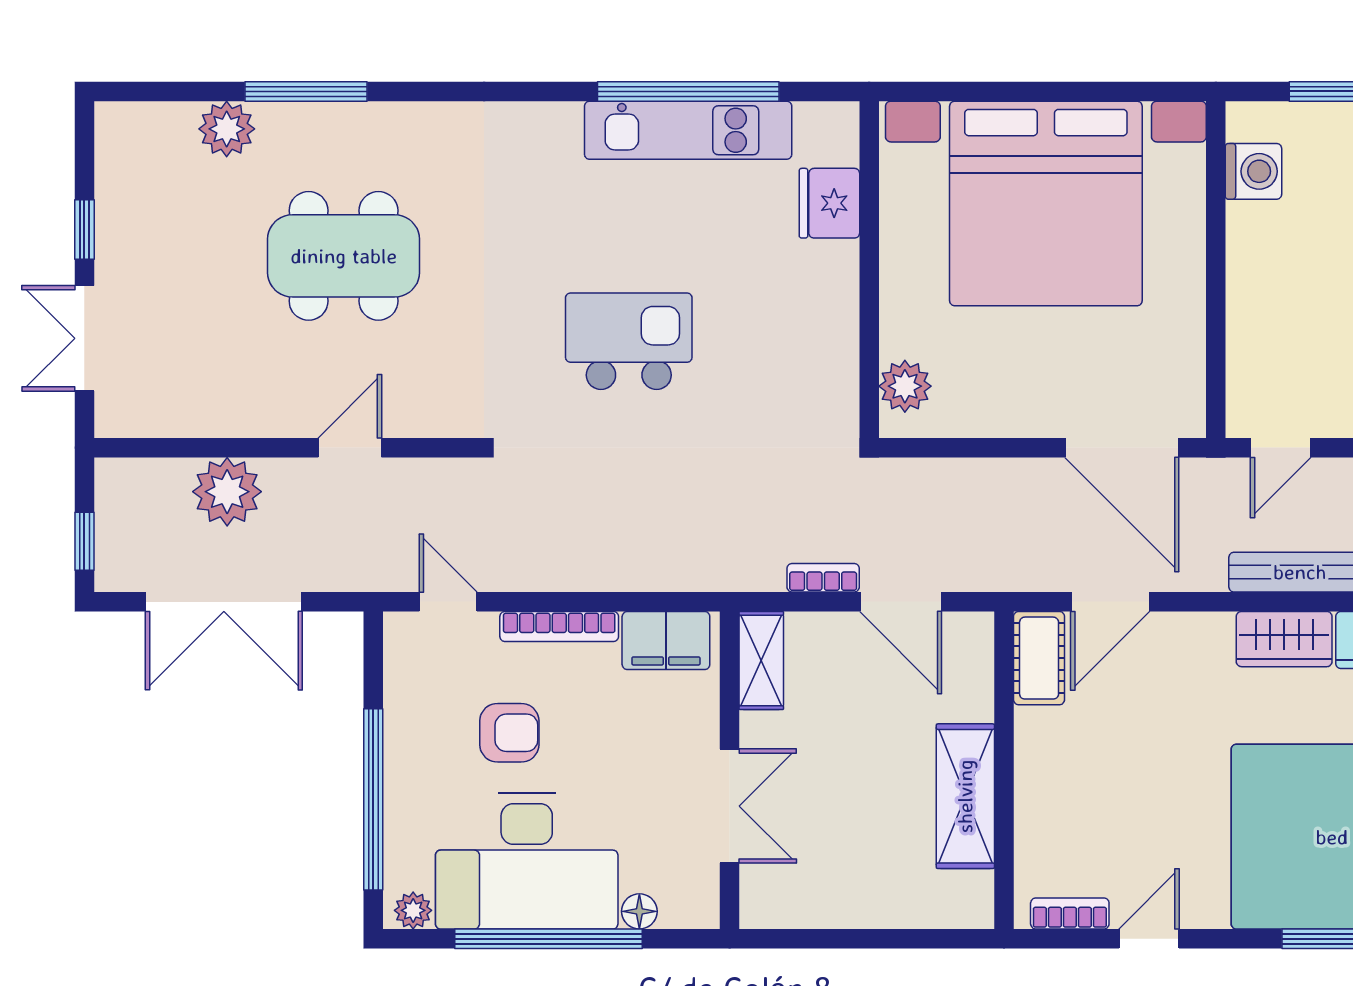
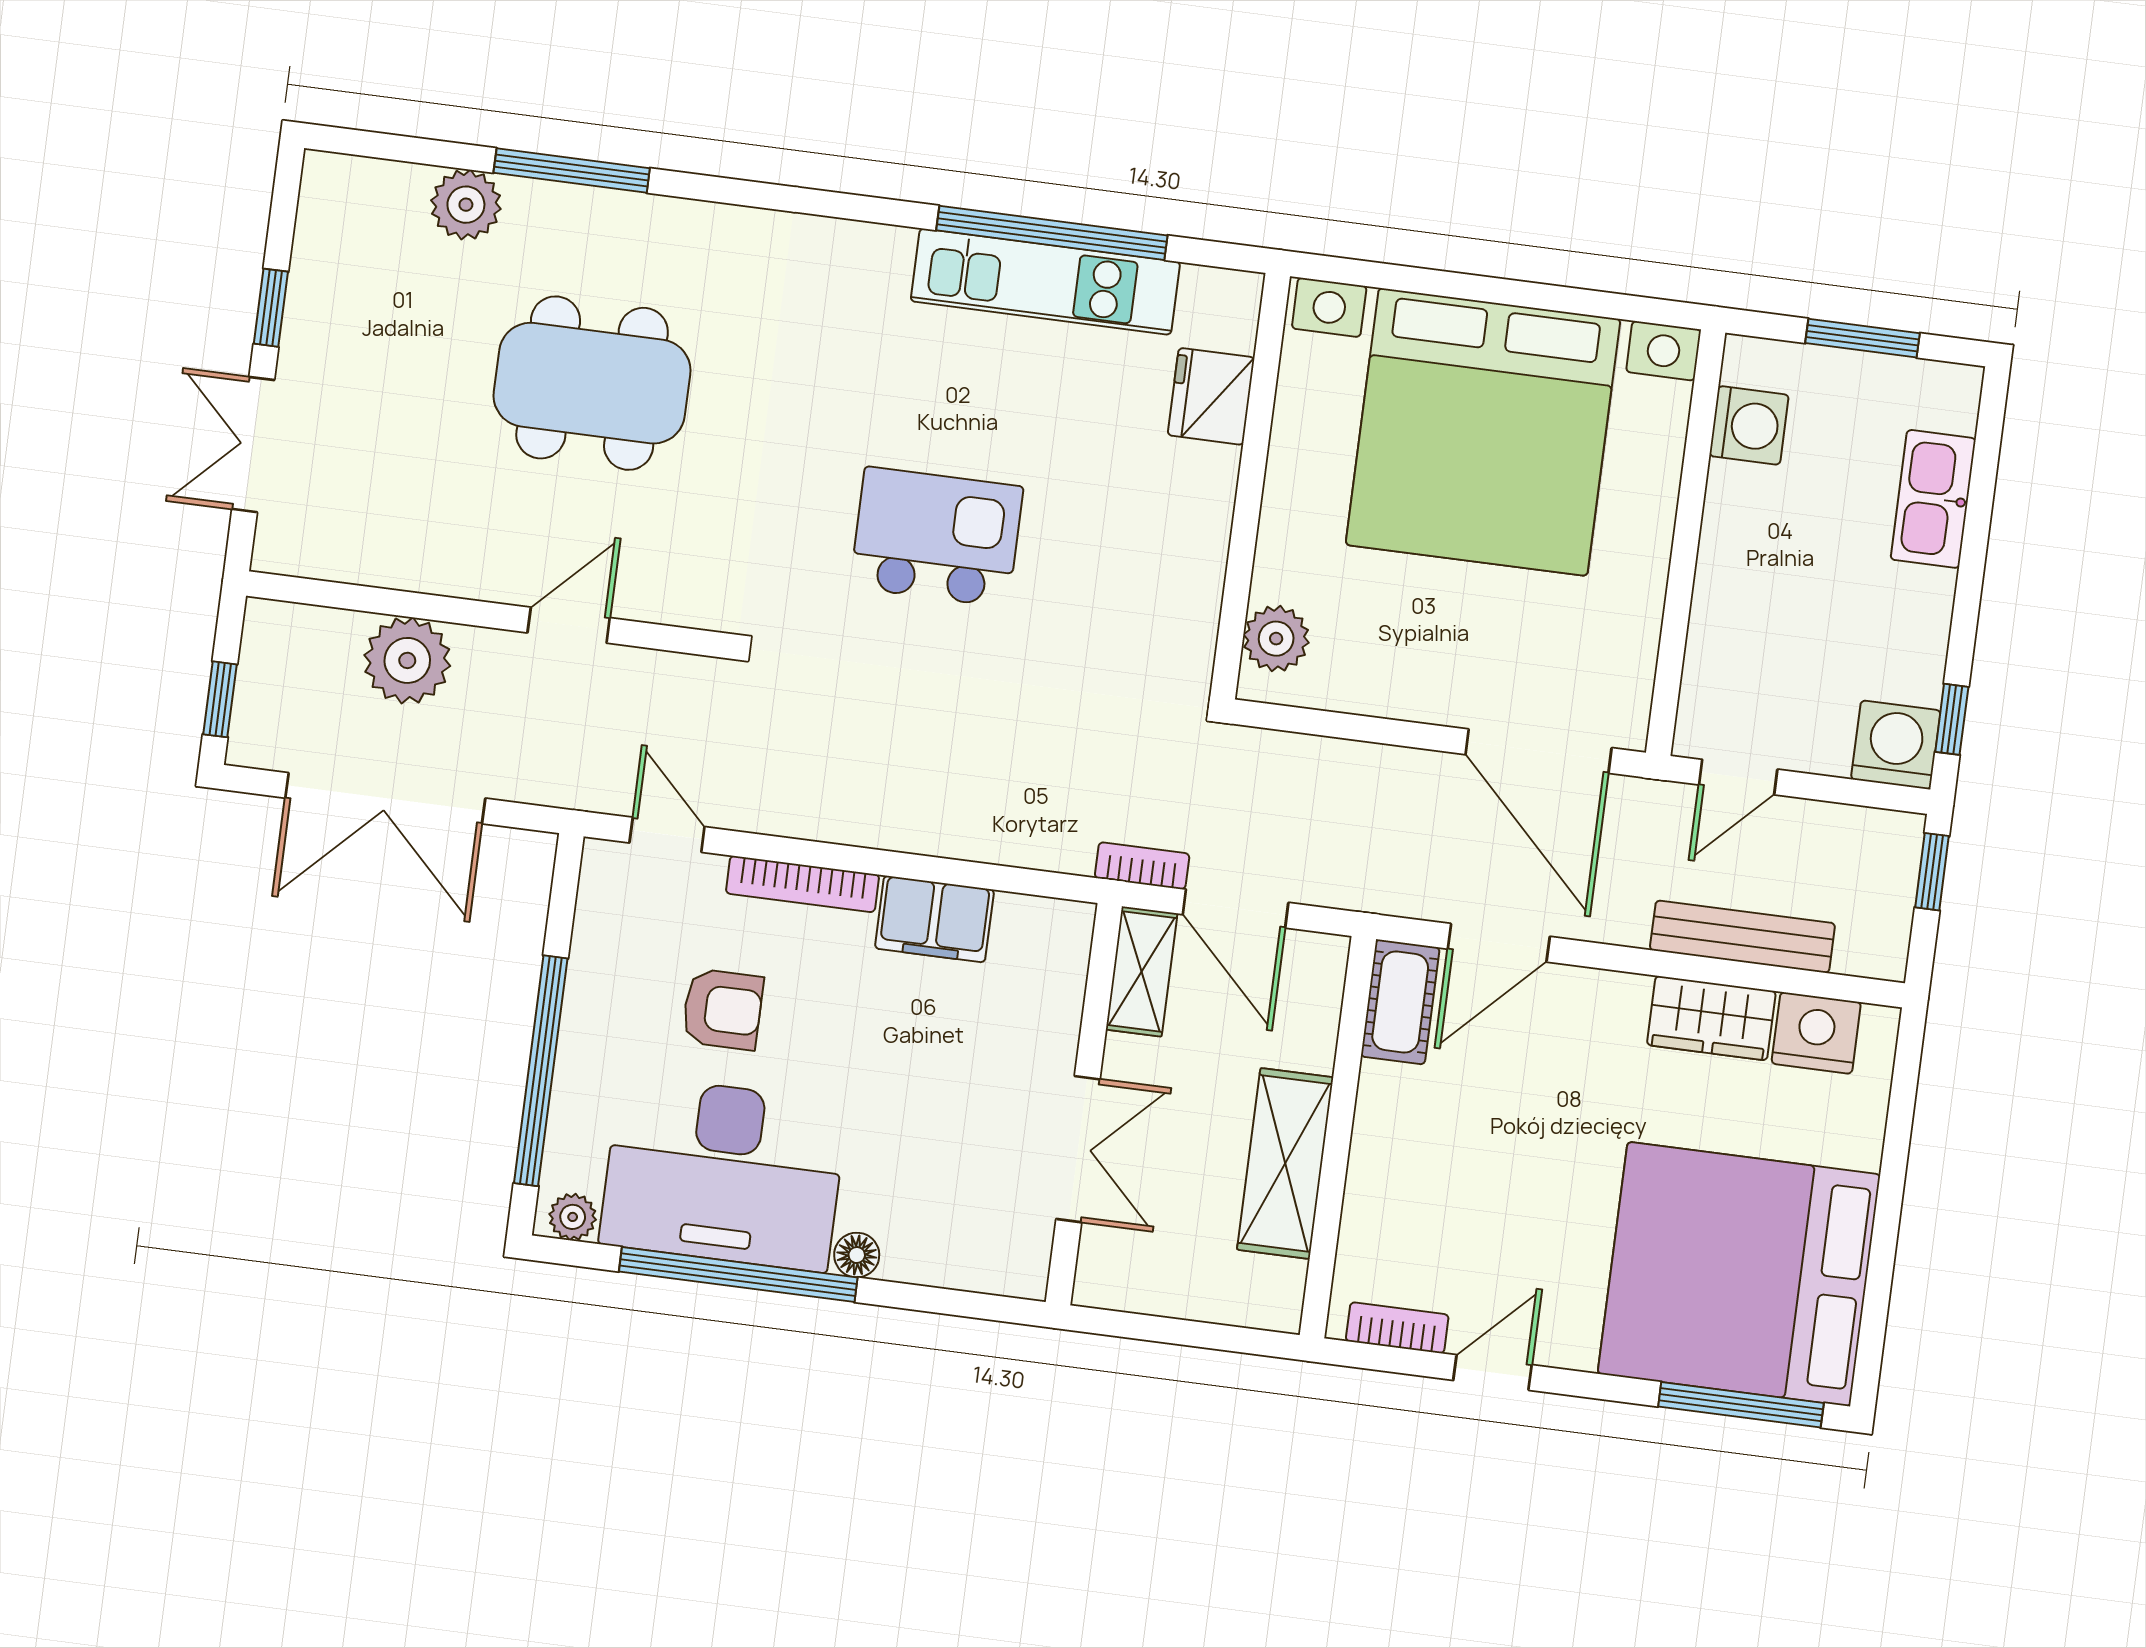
shelving: (761, 661) -> (1142, 972), moved
wall: (730, 770) -> (1084, 1104), moved
double door: (730, 806) -> (1078, 1149), moved

